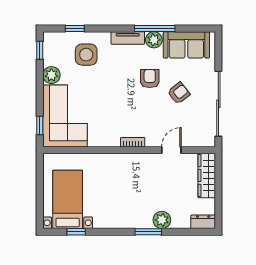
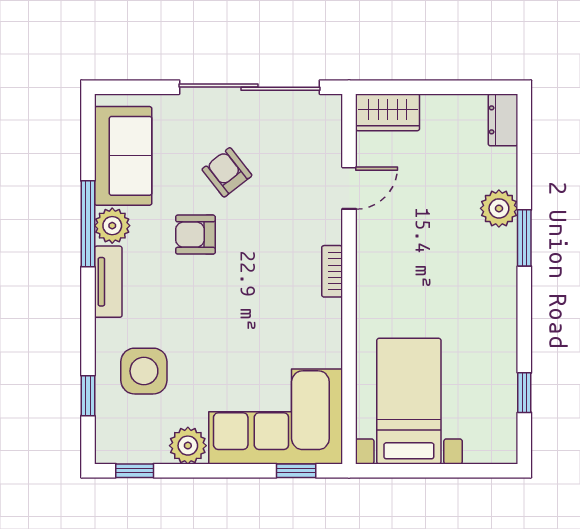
door: (171, 150) -> (349, 188), swing flipped
wardrobe: (207, 175) -> (388, 112), width x0.67
bed with nightstands: (68, 199) -> (409, 401), moved, turned 90

